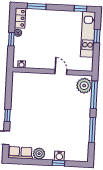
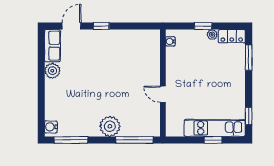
door: (61, 72) -> (163, 94), swing flipped
plant: (84, 86) -> (110, 126), moved
window: (92, 130) -> (71, 140), moved
water cooler: (59, 156) -> (51, 127), moved
window: (59, 163) -> (41, 97), removed

